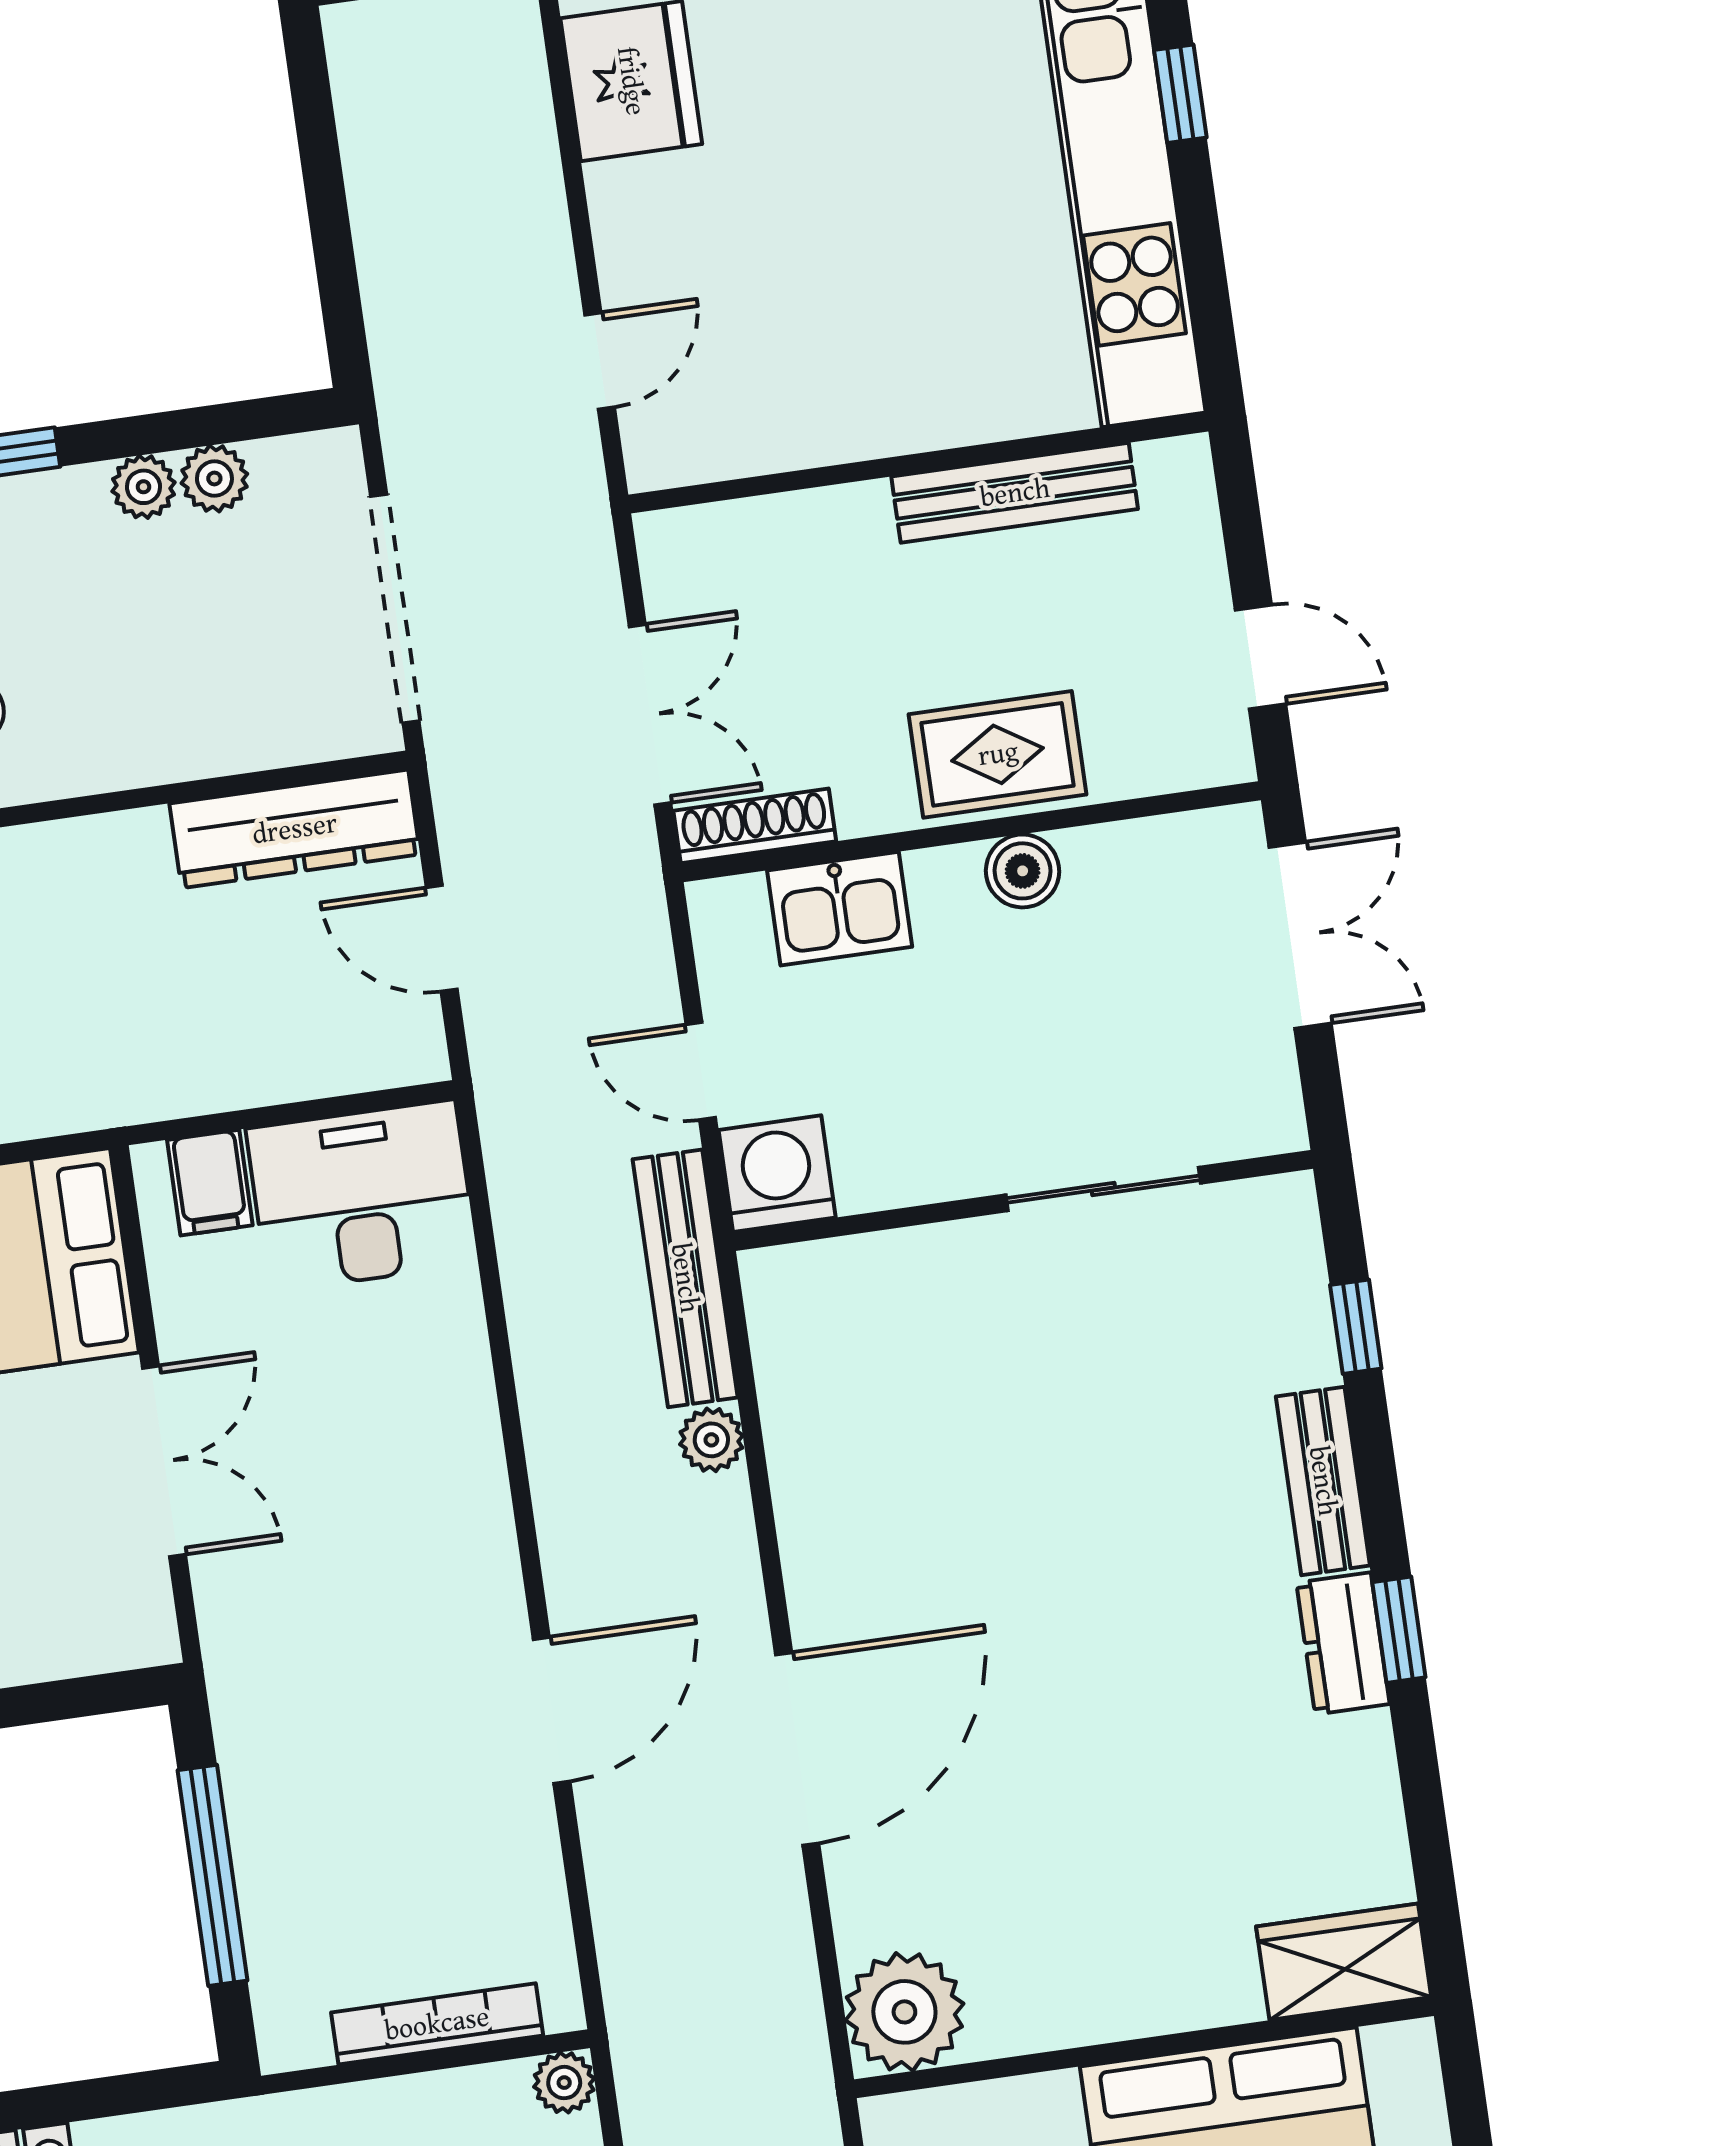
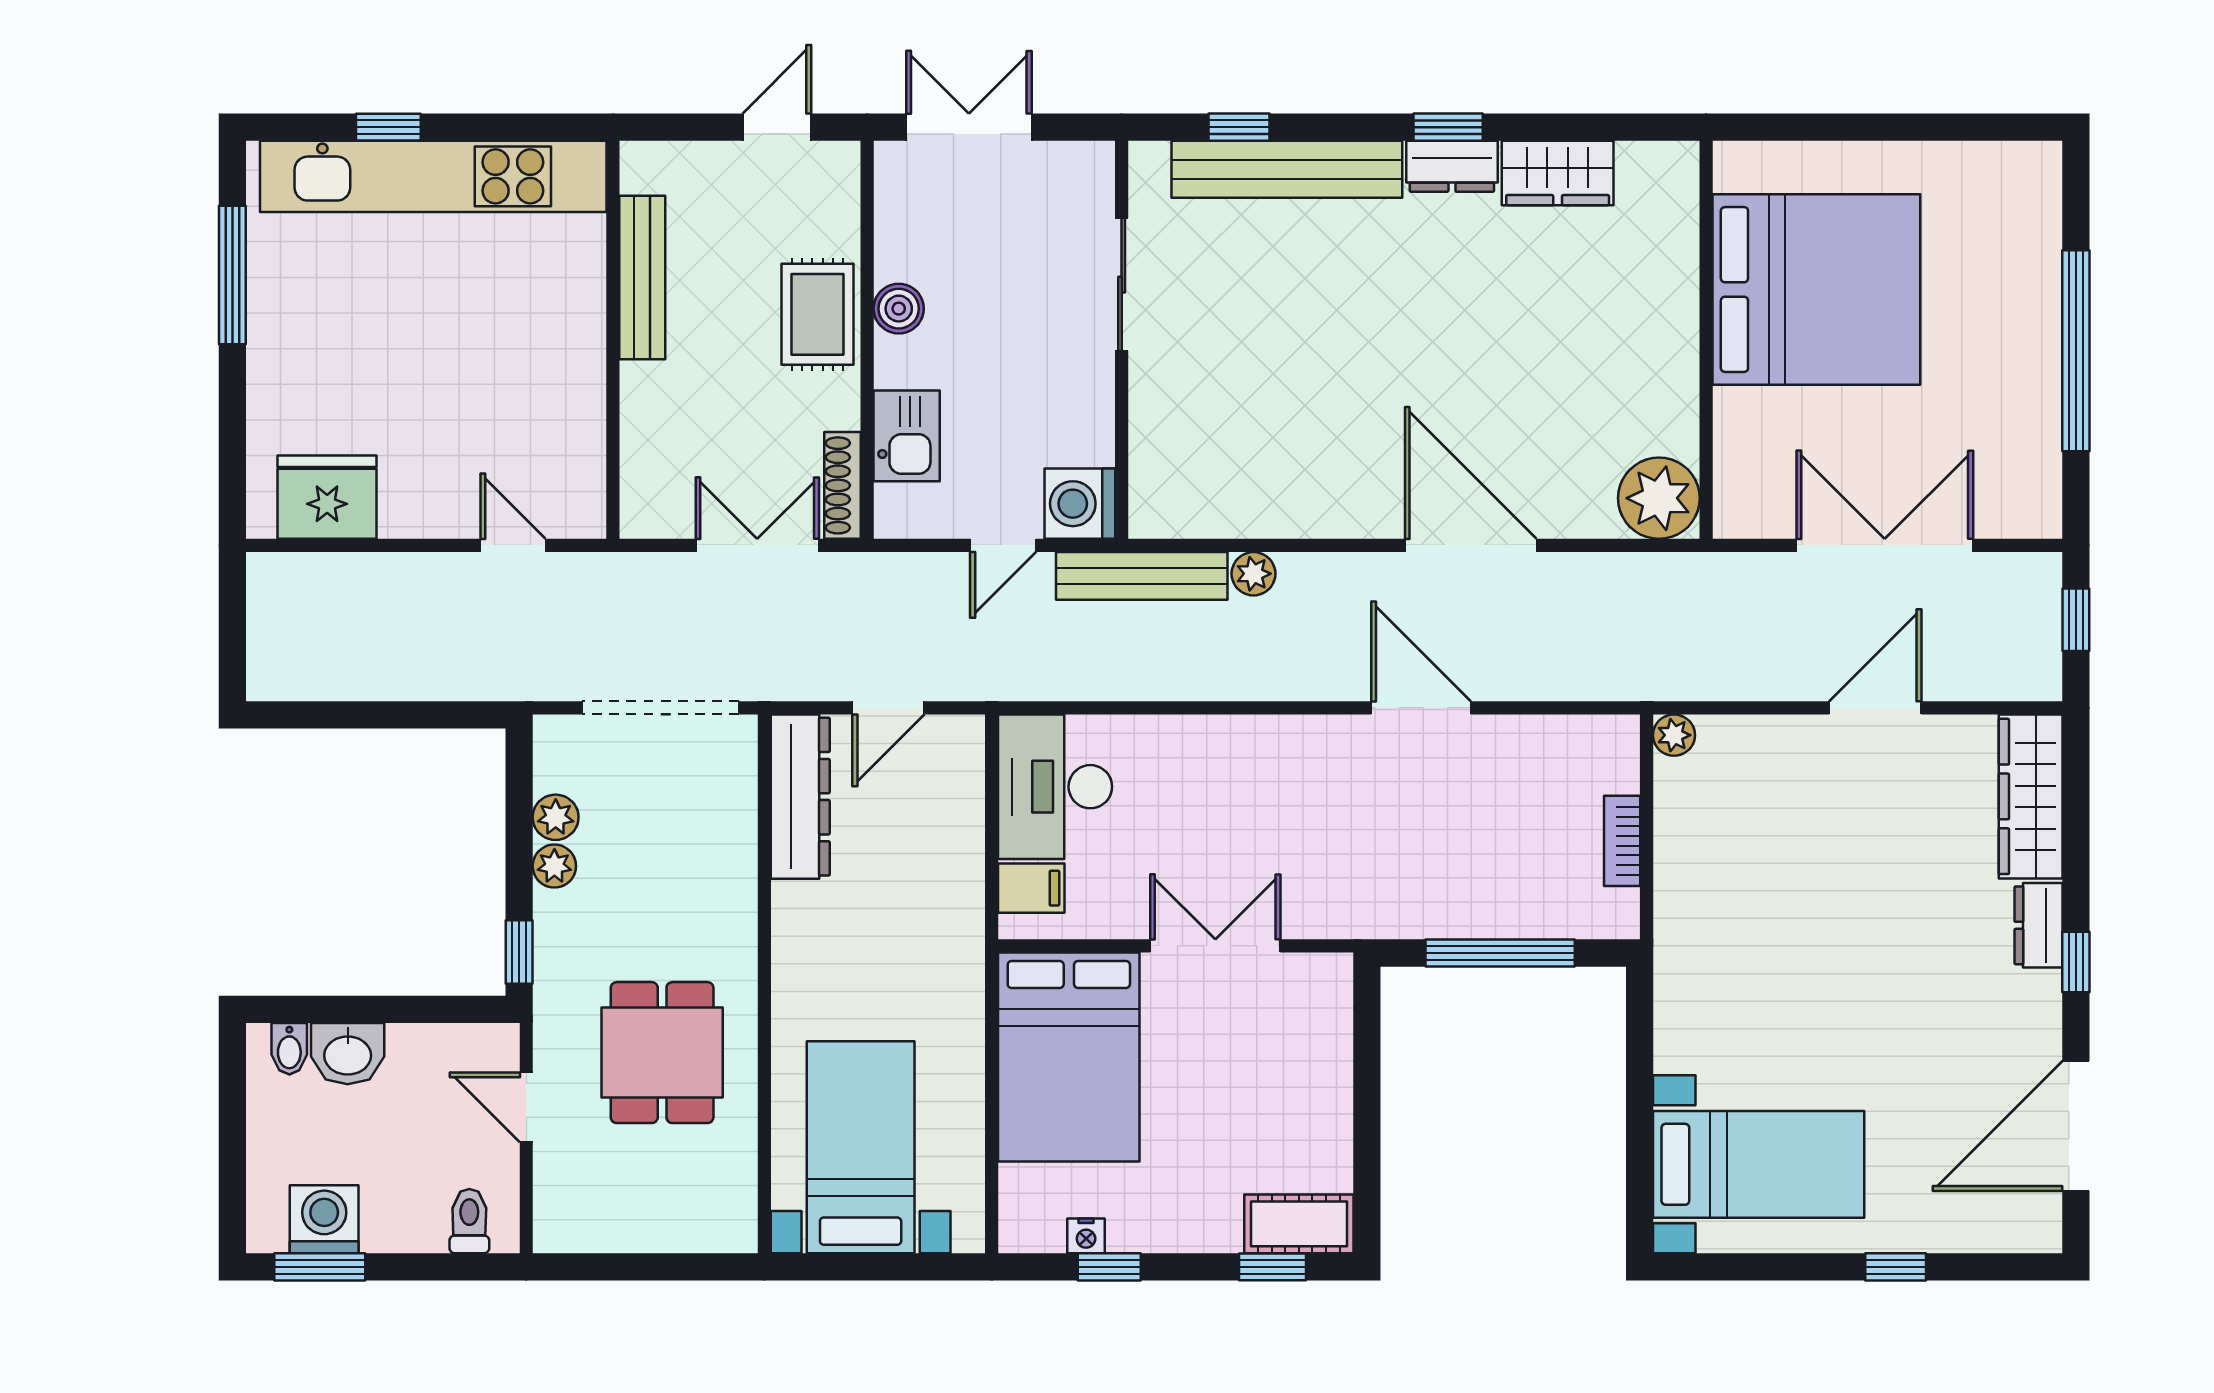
bench: (1323, 1481) -> (1287, 169), width x1.86, depth x1.21
wardrobe: (1344, 1962) -> (1558, 173), moved, turned -90
bookcase: (437, 2024) -> (1622, 841), width x0.64

